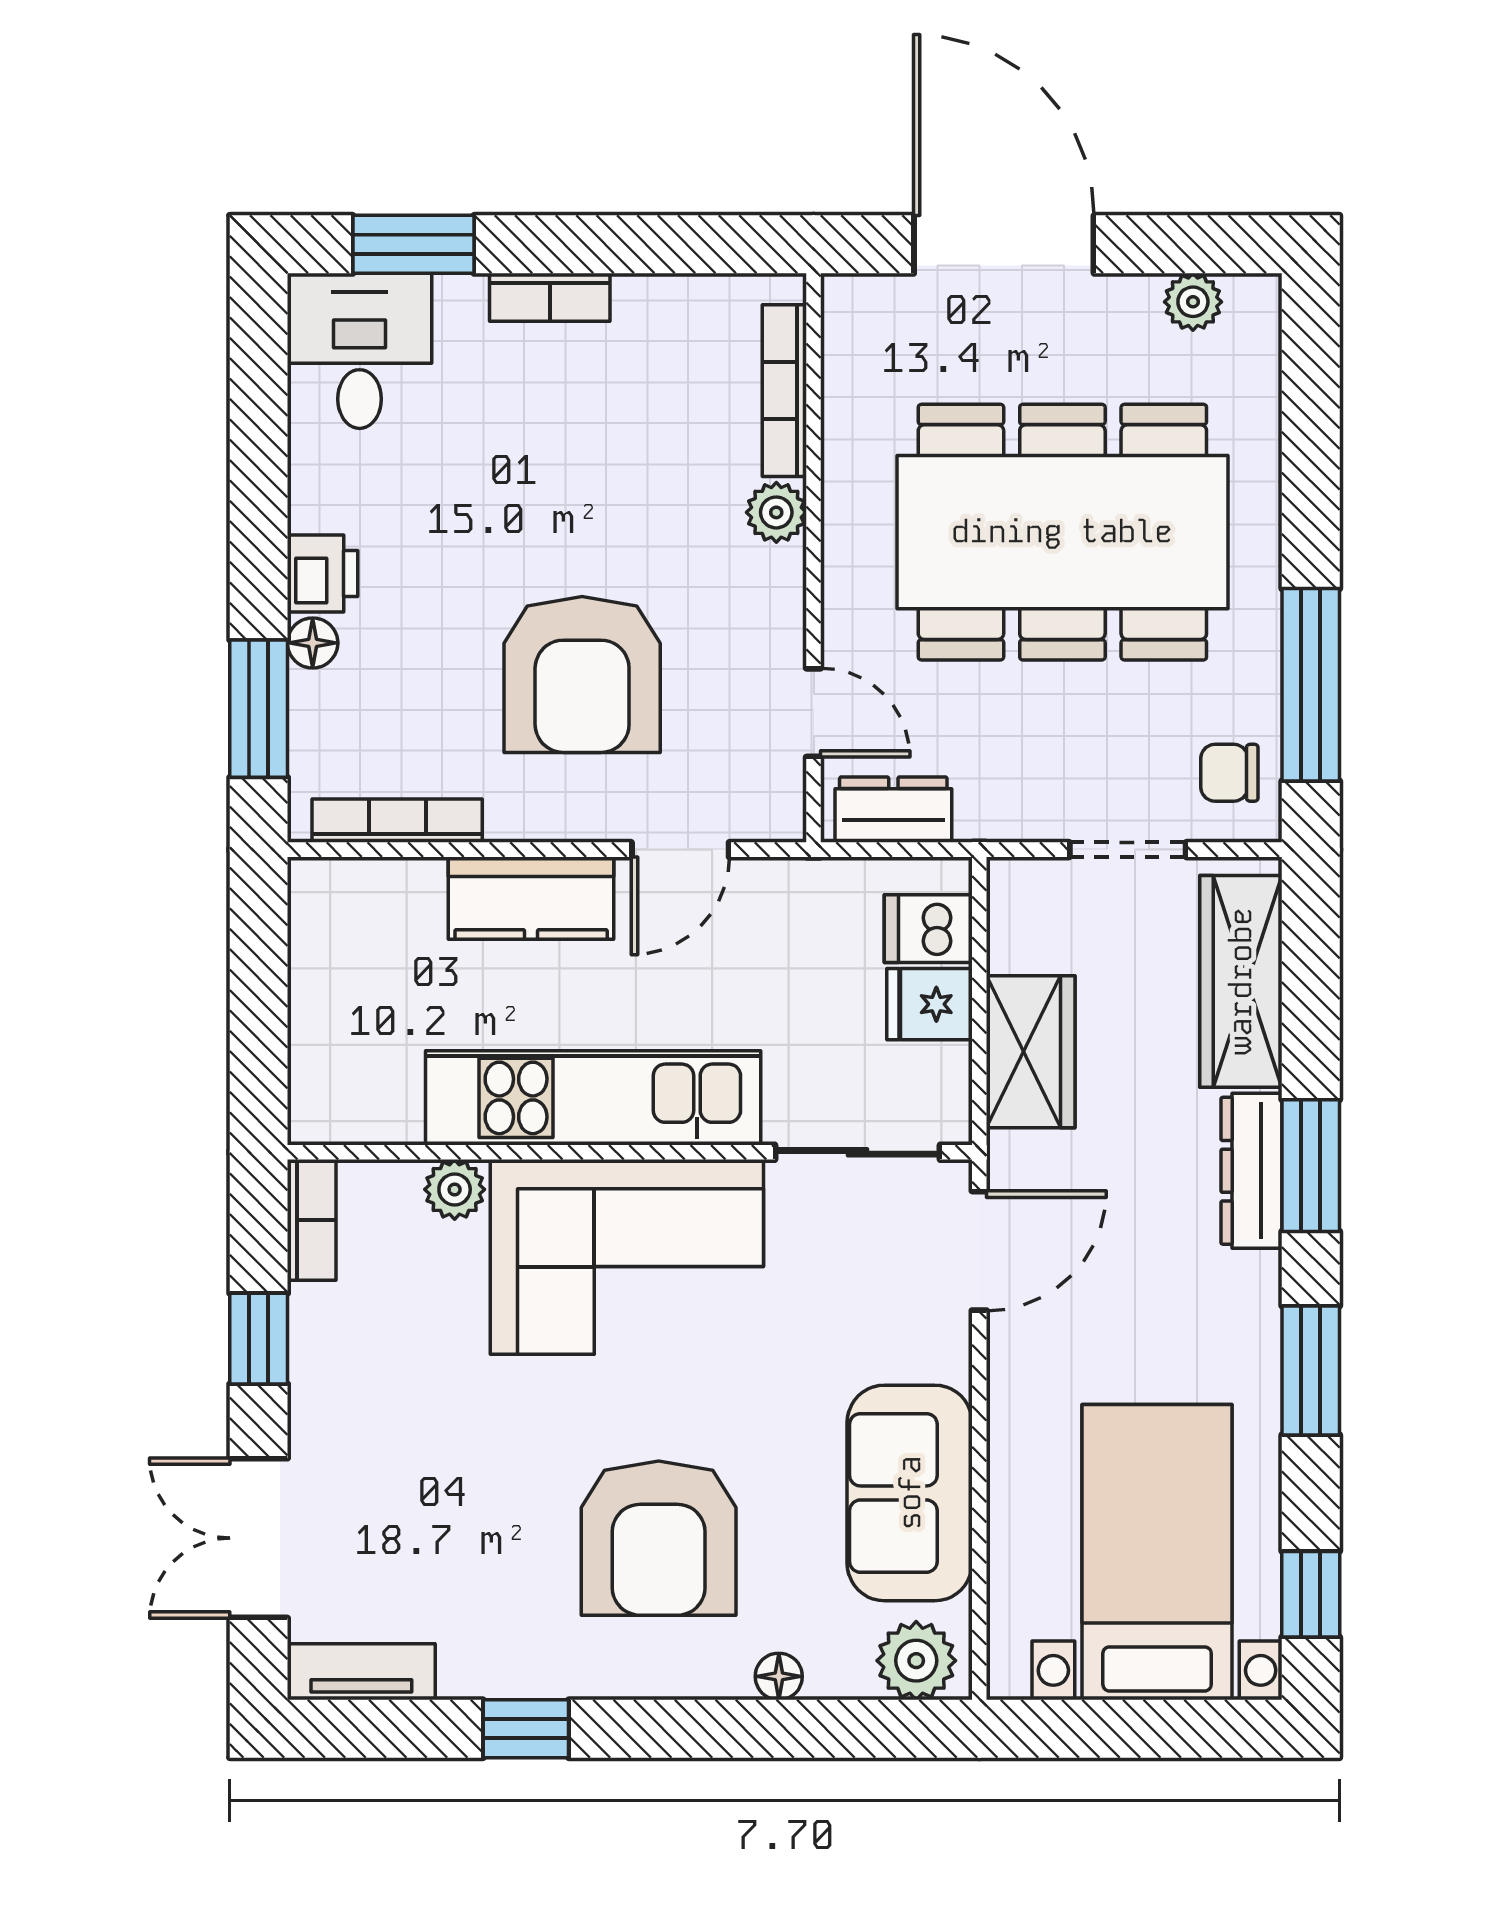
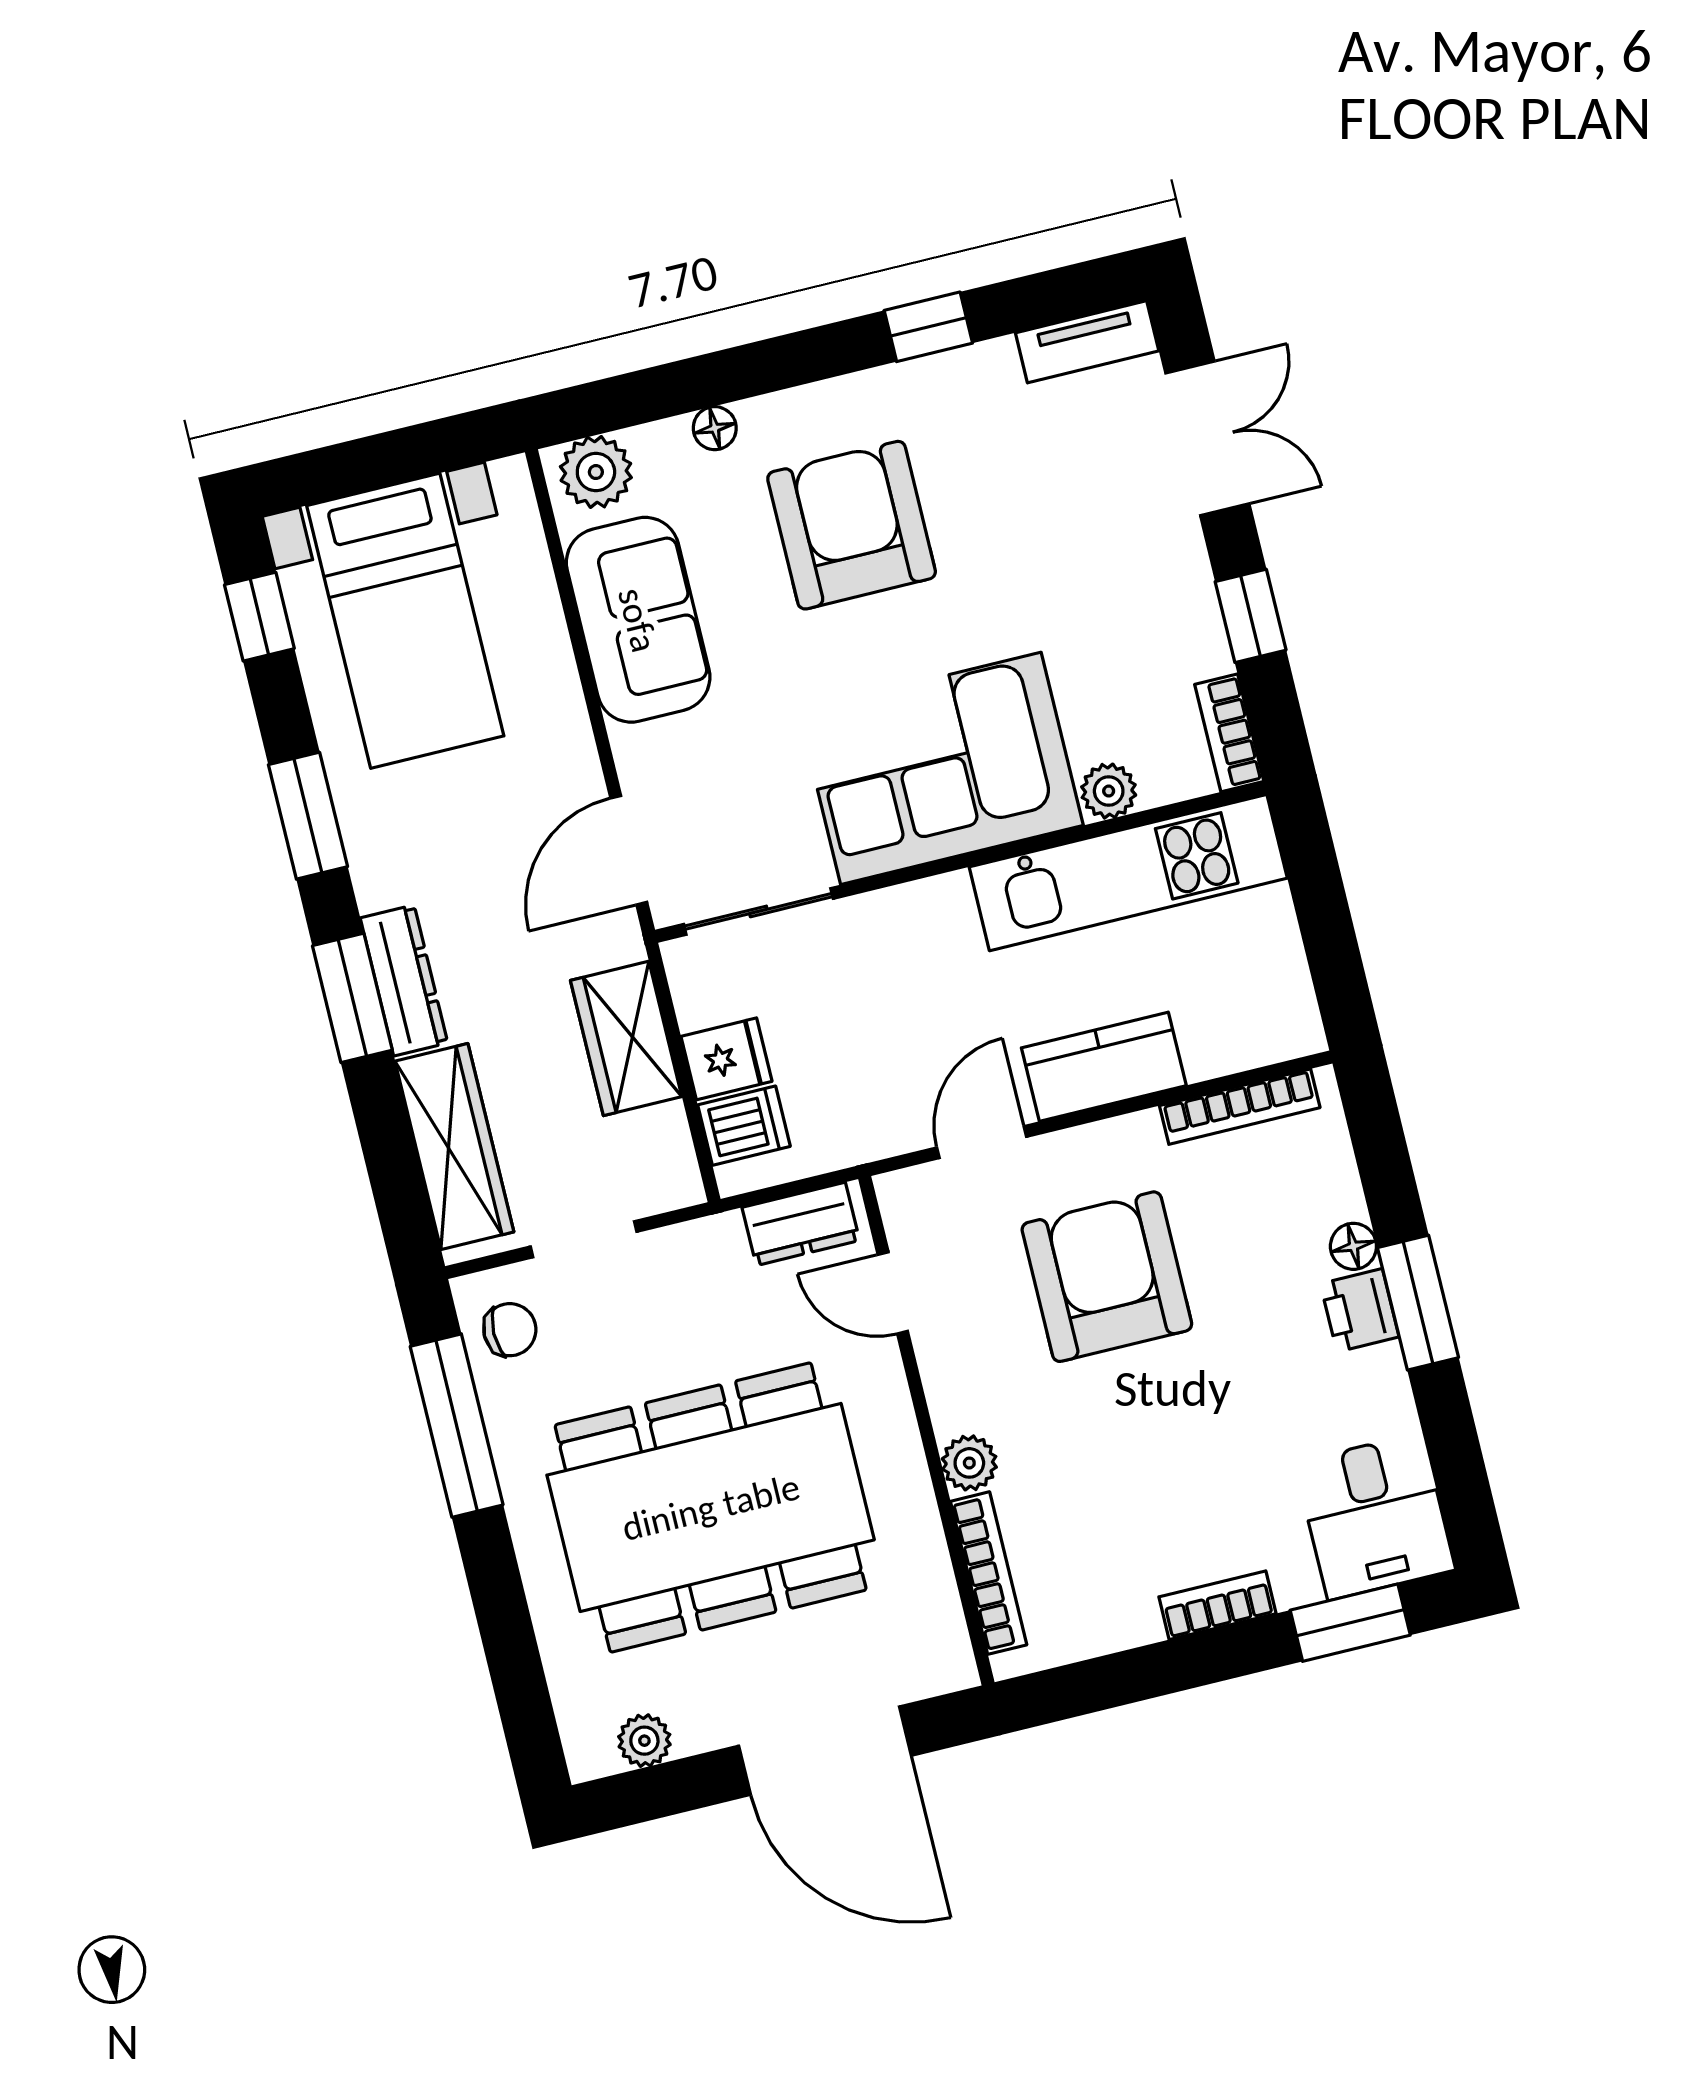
window: (259, 709) -> (1418, 1303), moved
kitchen unit: (593, 1098) -> (1128, 873), moved

